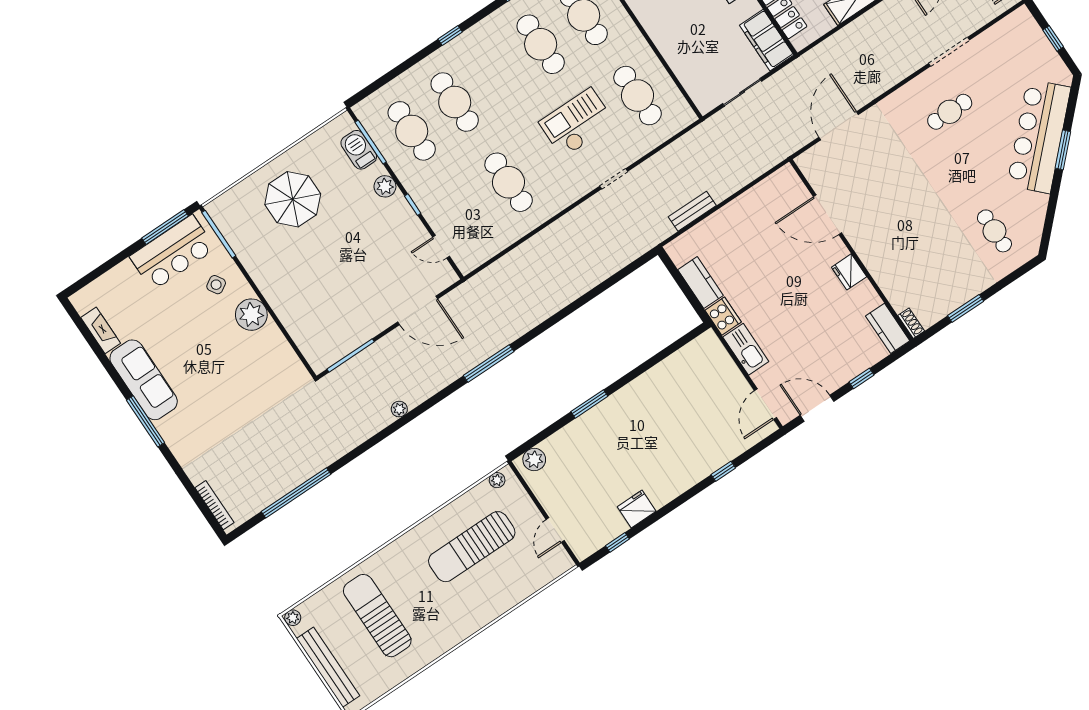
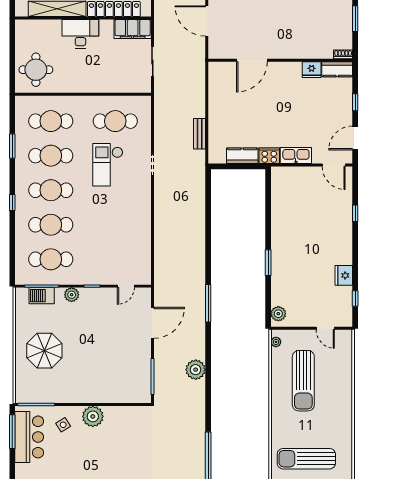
cafe table: (509, 182) -> (51, 190), moved
fridge: (849, 272) -> (312, 70), moved
plant: (399, 409) -> (196, 370), width x1.88, depth x1.88

